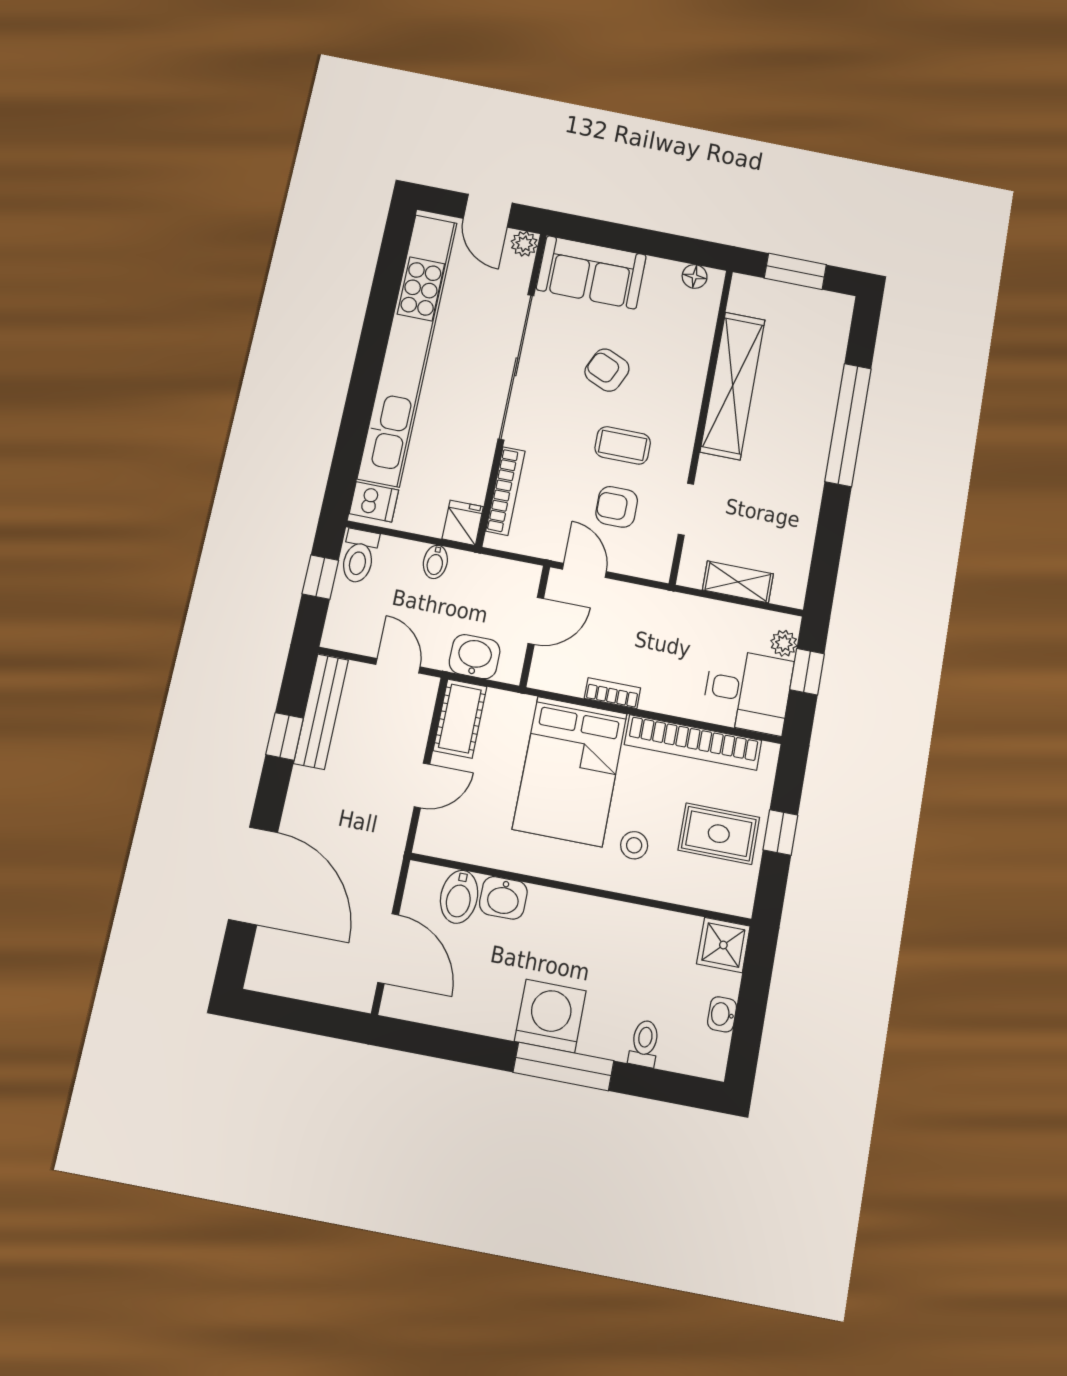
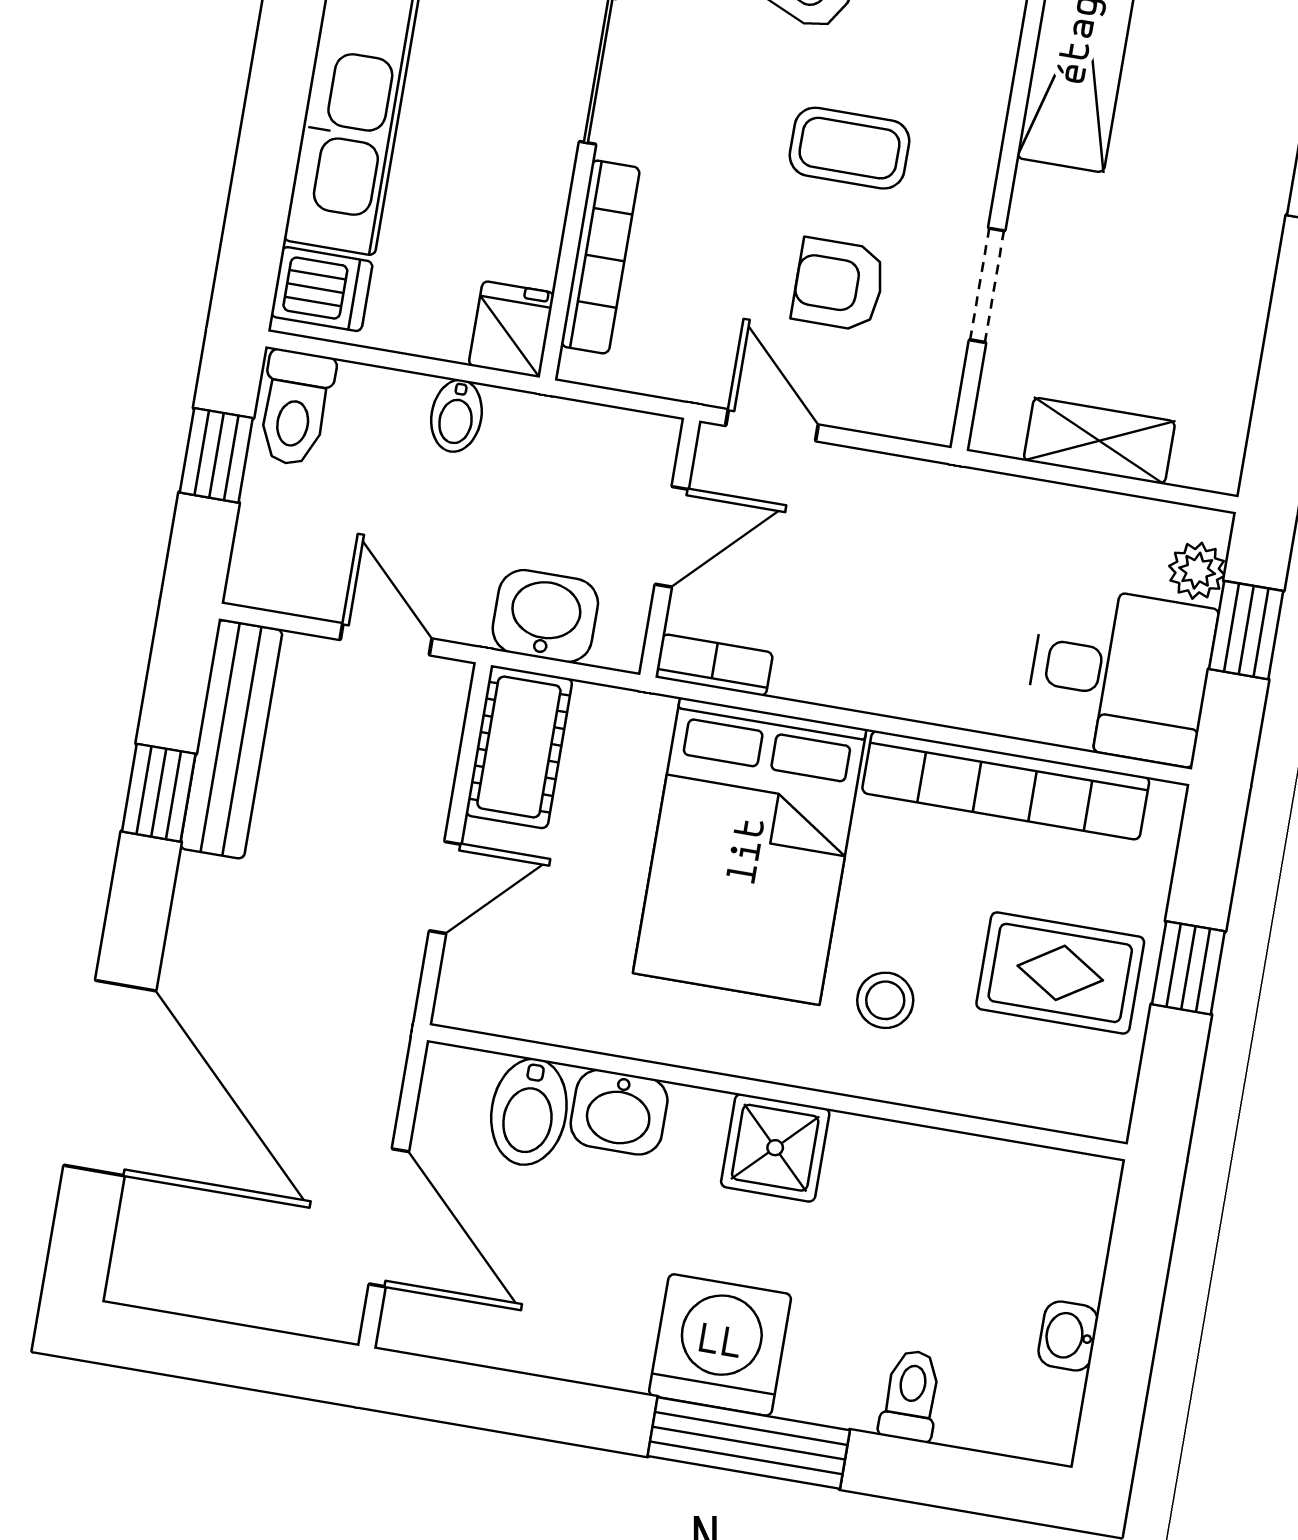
bookcase: (612, 693) -> (714, 665), moved
shower: (723, 945) -> (775, 1148), moved

